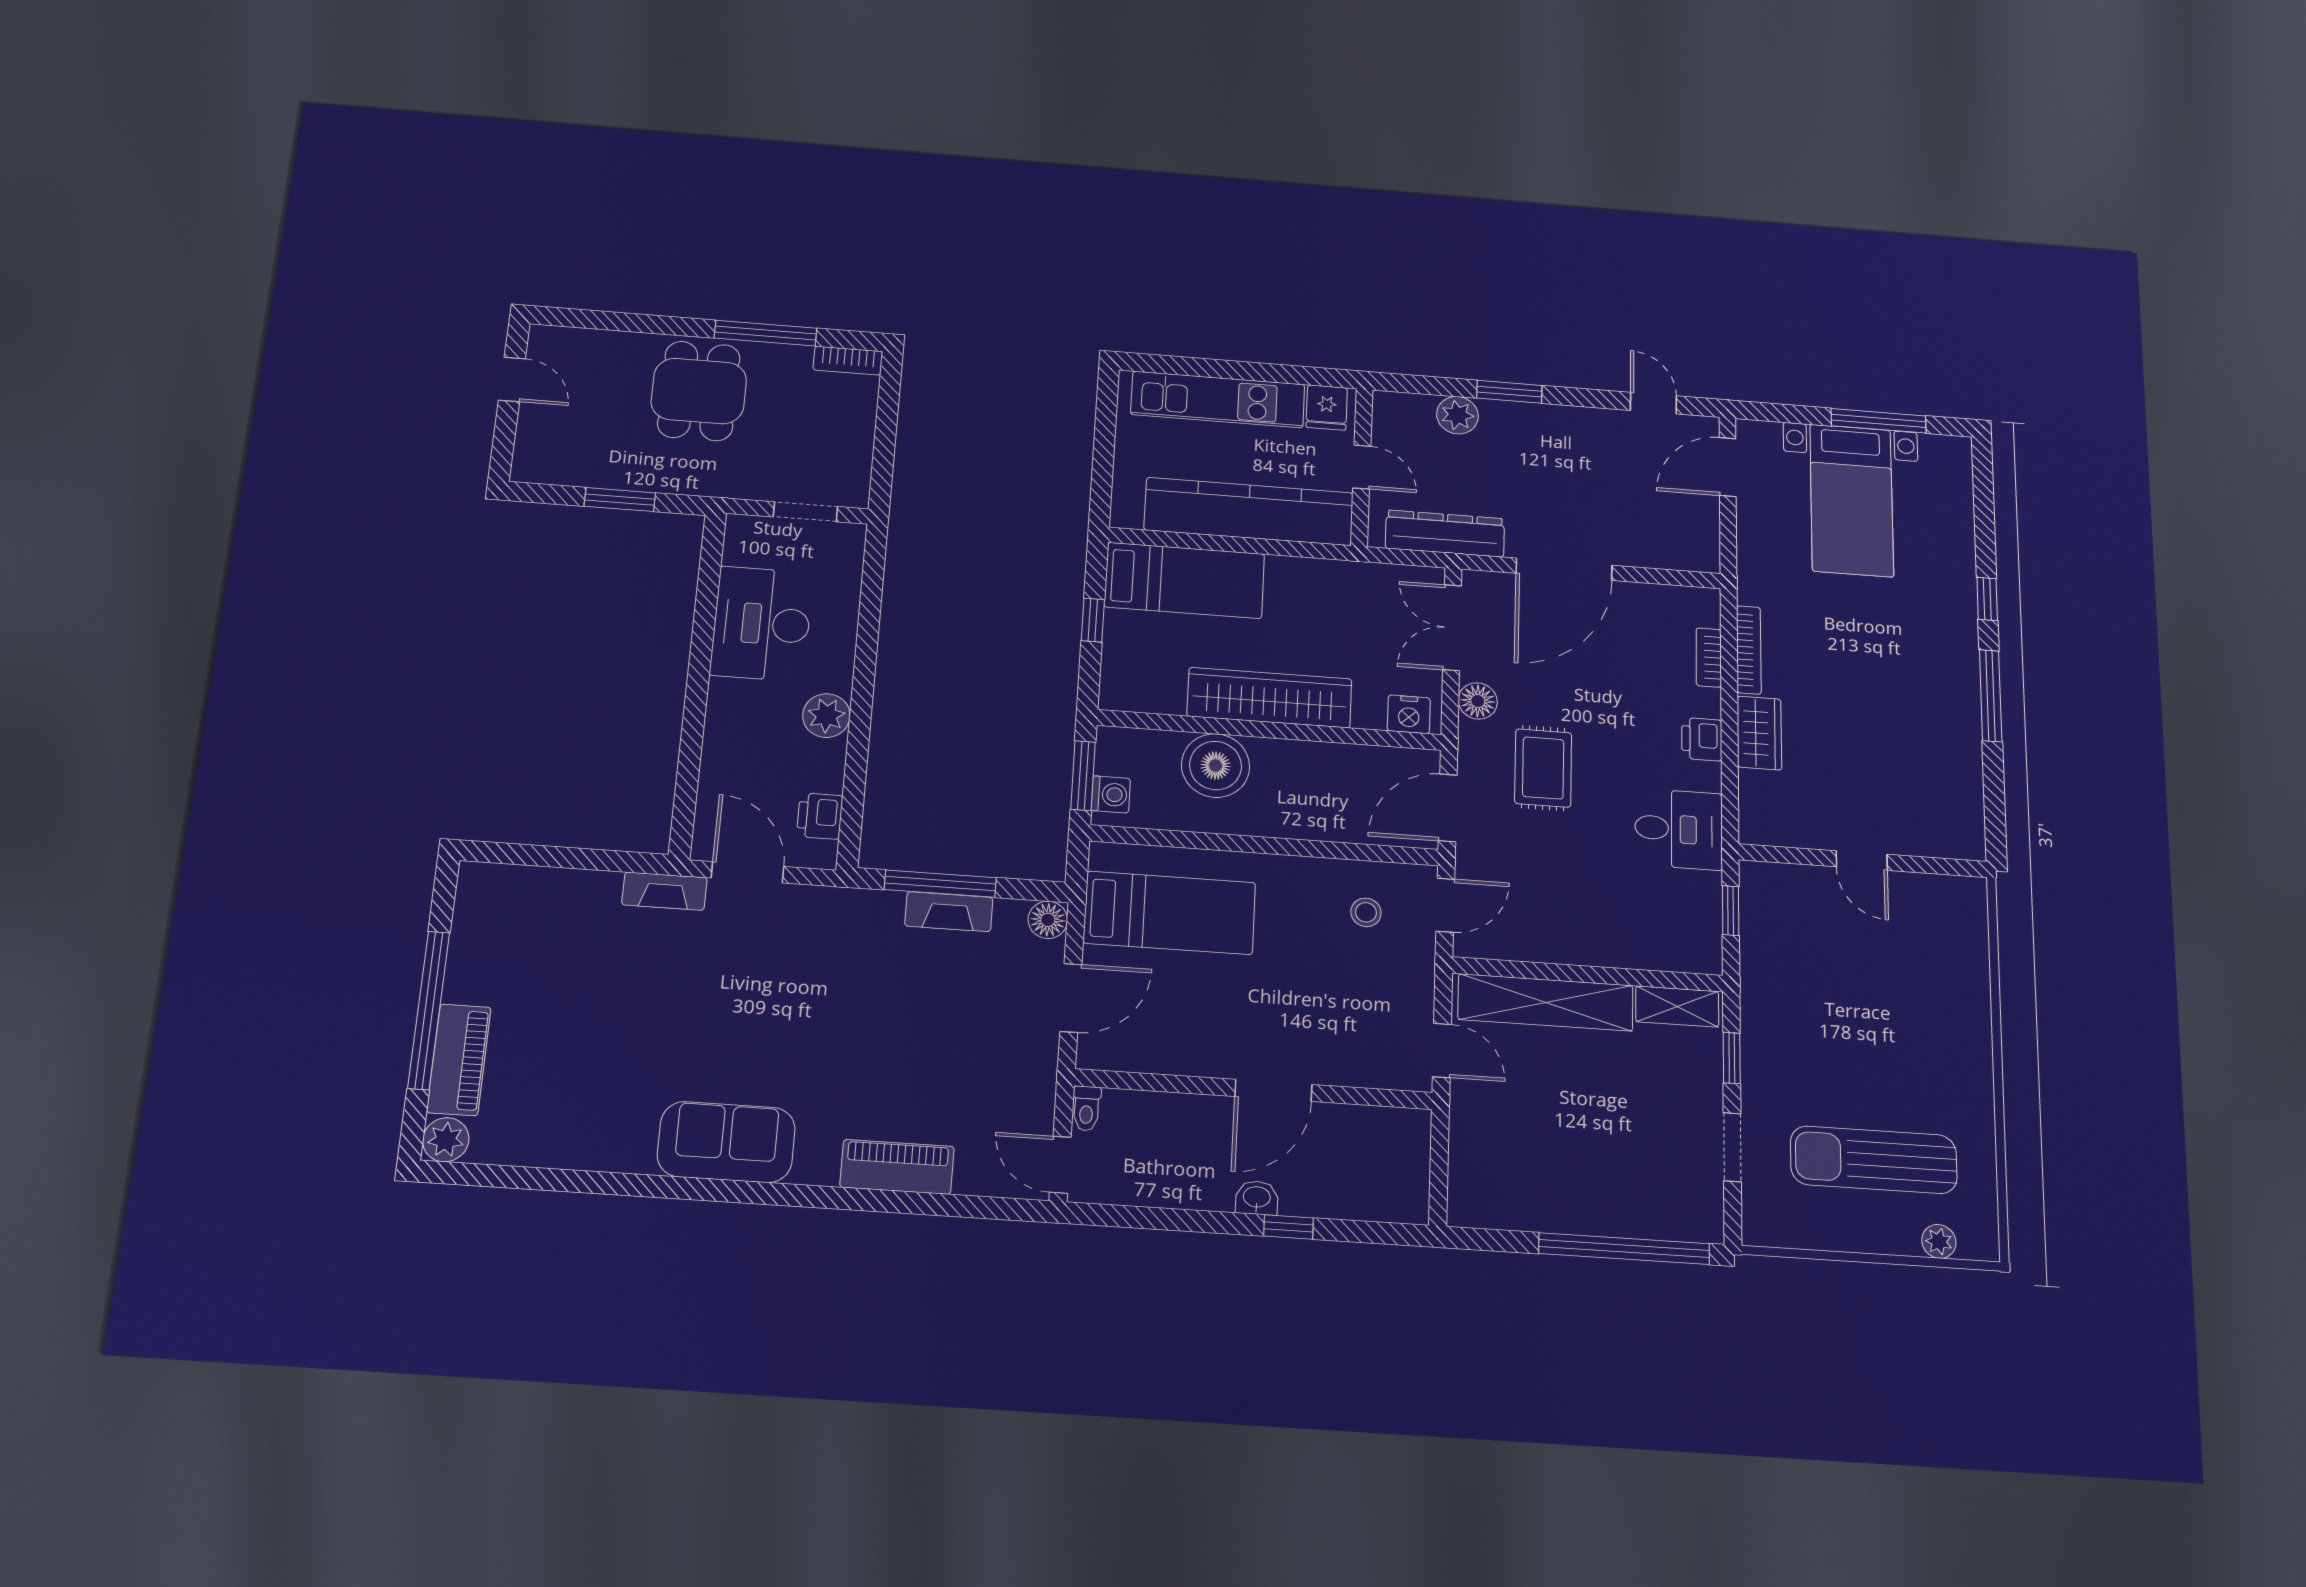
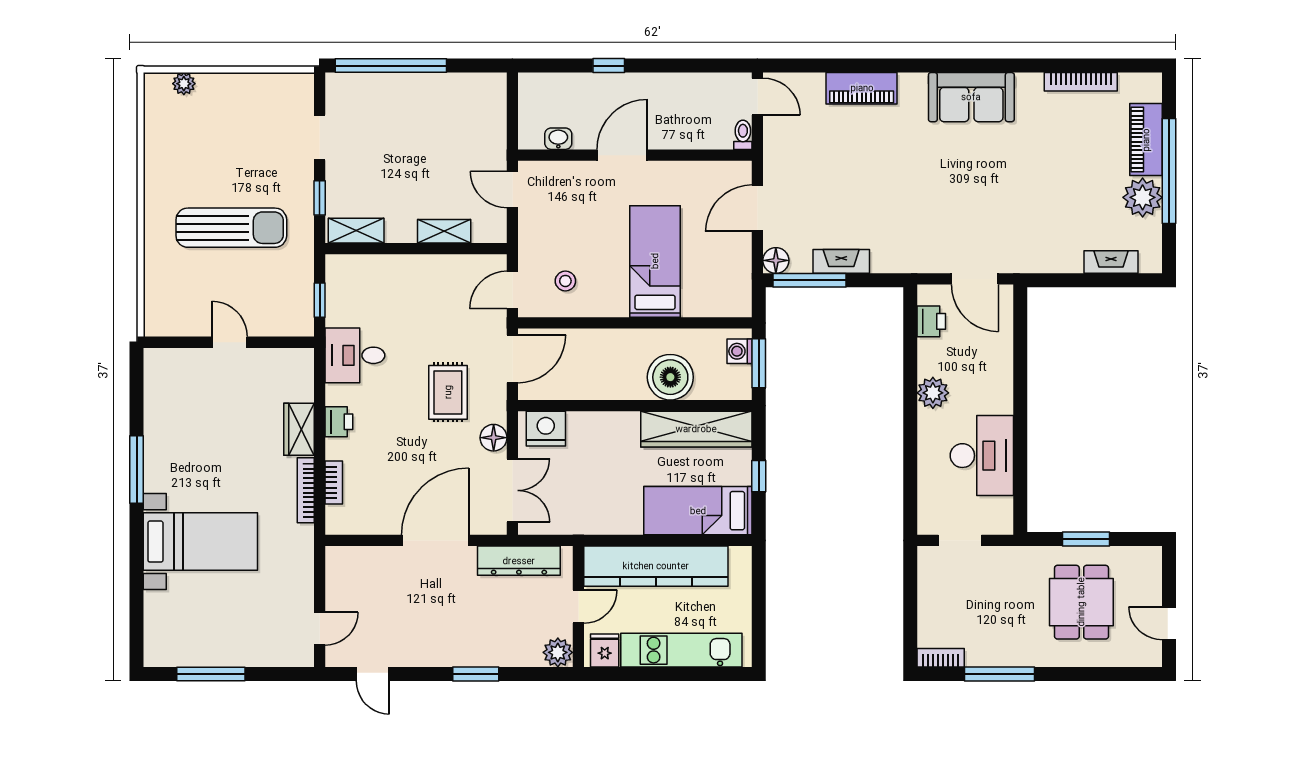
dining table: (699, 391) -> (1081, 602), moved
plant: (1457, 415) -> (558, 652), moved
door: (1362, 467) -> (578, 607), swing flipped
door: (1728, 467) -> (320, 629), width x0.73
bed with nightstands: (1852, 500) -> (200, 542), moved, turned 90
window: (1987, 599) -> (137, 542), removed
wardrobe: (1269, 698) -> (696, 429), moved
nightstand: (1409, 714) -> (546, 429), width x1.36, depth x1.33
window: (940, 884) -> (810, 280), moved
fireplace: (664, 891) -> (1111, 262), moved
bed: (1170, 913) -> (655, 261), moved, turned 90
shelving: (1546, 1002) -> (444, 231), width x0.45, depth x0.75
plant: (446, 1140) -> (1143, 197), moved, width x1.36, depth x1.36
bookcase: (551, 1154) -> (1081, 82), added
sun lounger: (1874, 1160) -> (231, 228), moved
washbasin: (1257, 1198) -> (558, 139), moved, turned 180

